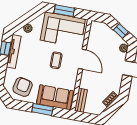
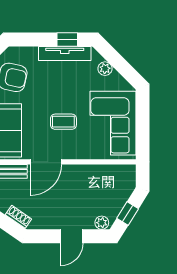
window: (64, 11) -> (143, 120), removed
door: (82, 59) -> (46, 162), moved

